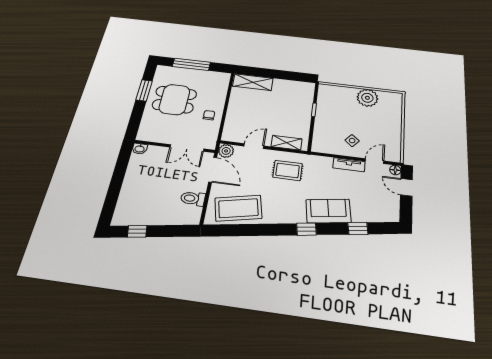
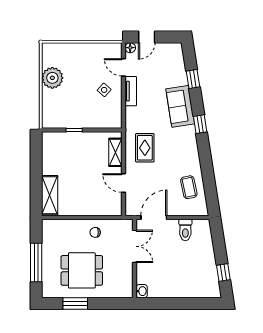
dining table: (174, 100) -> (82, 270), turned 90
plant: (226, 151) -> (132, 209), removed
coffee table: (238, 208) -> (189, 187), width x0.54, depth x0.58

